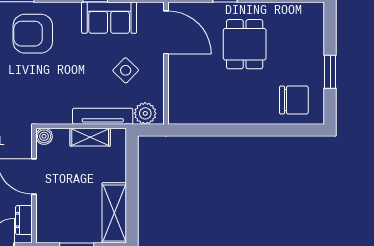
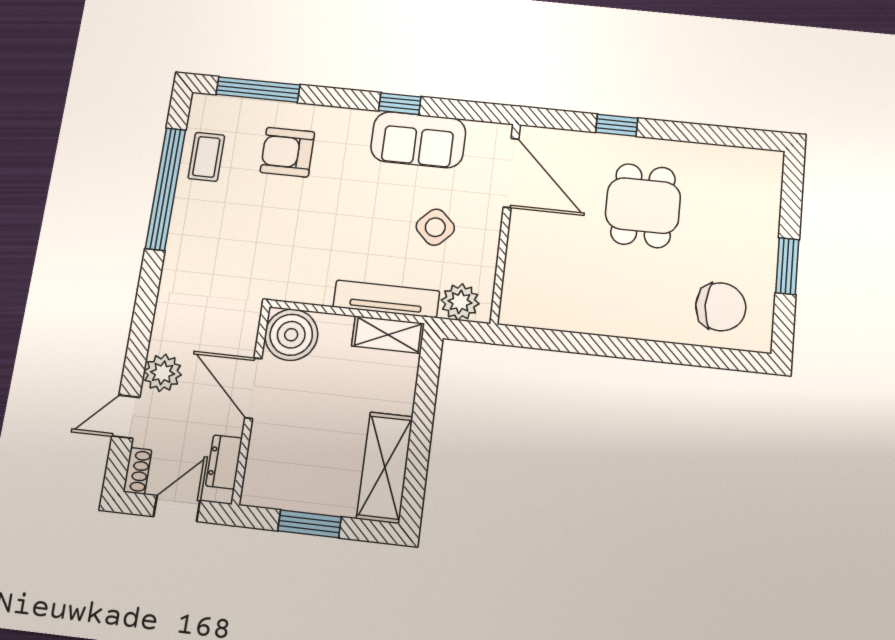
armchair: (33, 34) -> (287, 152), width x0.73, depth x0.73
boiler: (44, 136) -> (291, 335), width x1.86, depth x1.86
shelving: (90, 137) -> (388, 335), moved

